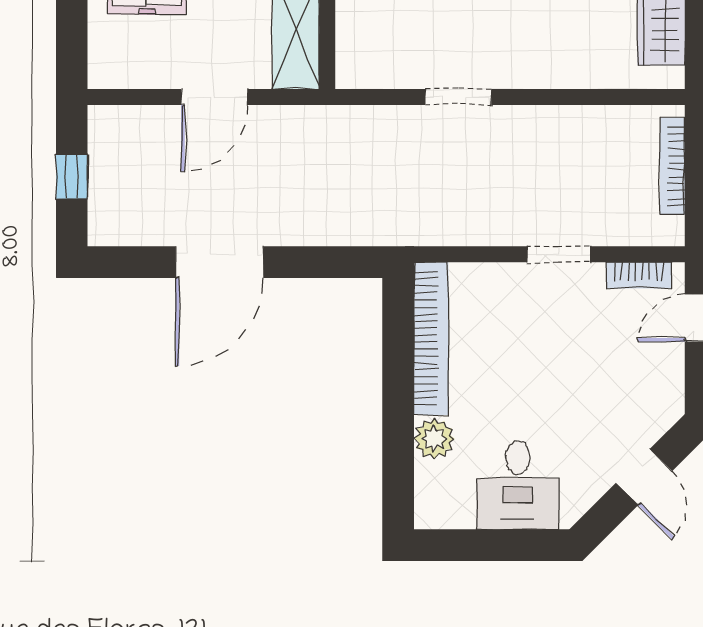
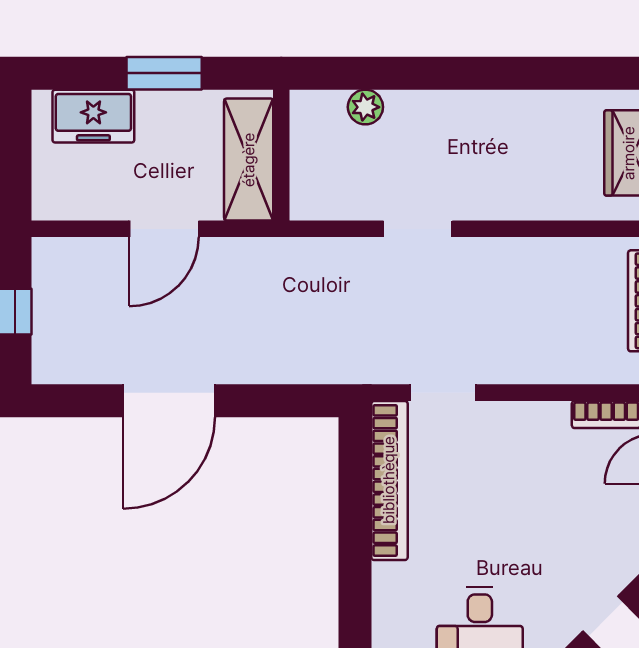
doorway: (558, 254) -> (443, 393), moved
plant: (434, 439) -> (393, 585), removed

